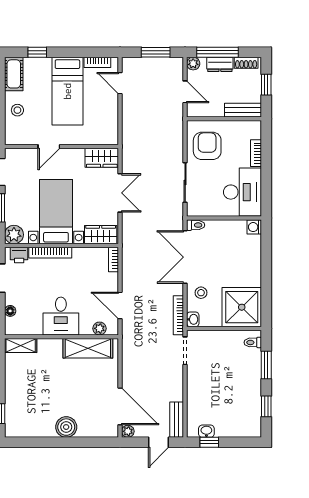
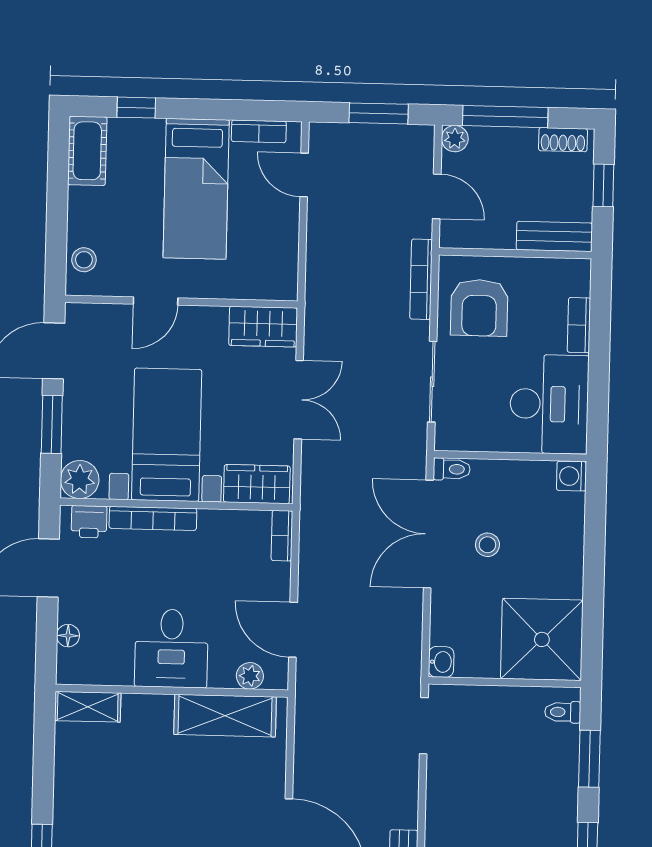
dresser: (220, 64) -> (509, 142), removed
stool: (17, 110) -> (84, 260), moved
armchair: (207, 146) -> (479, 308), turned 180
stool: (201, 293) -> (487, 545), moved
bookcase: (178, 315) -> (421, 279), moved

